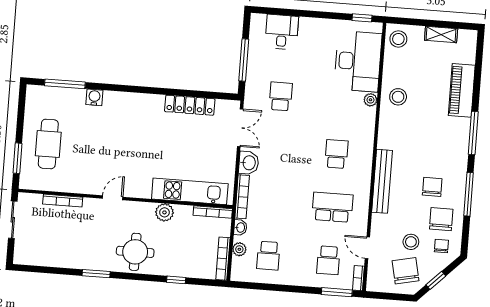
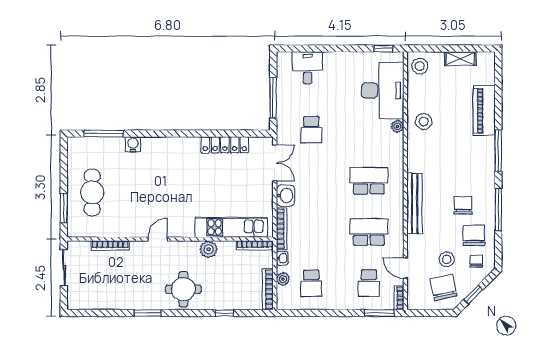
school desk: (281, 96) -> (311, 130), turned 180
school desk: (336, 154) -> (369, 181), width x1.85

